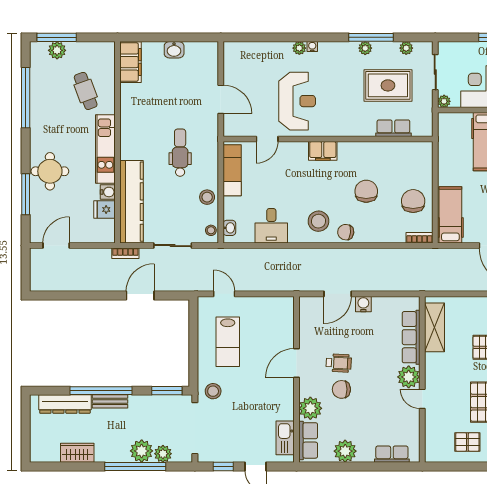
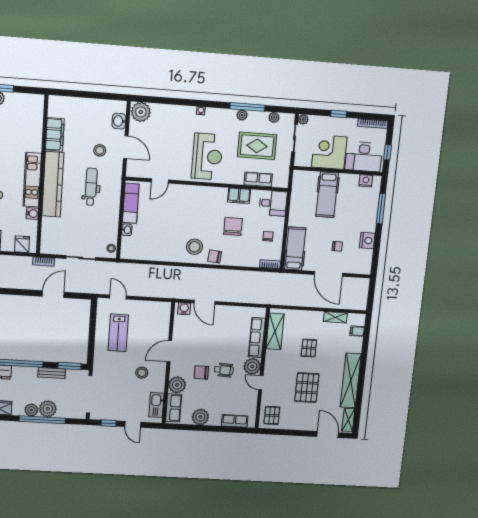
plant: (299, 48) -> (141, 112), moved, width x1.88, depth x1.88
washbasin: (174, 50) -> (119, 121), moved, turned 90
filing cabinet: (131, 62) -> (55, 134), moved
cafe table: (86, 91) -> (19, 133), removed
reception desk: (297, 101) -> (207, 157), moved
plant: (444, 101) -> (303, 119), moved
filing cabinet: (323, 151) -> (239, 196), moved
stool: (207, 197) -> (100, 150), moved
chair: (413, 201) -> (268, 236), width x0.54, depth x0.54
kitchen counter: (132, 202) -> (53, 184), moved
fridge: (104, 209) -> (22, 244), moved, turned 90
desk: (271, 226) -> (273, 203), moved, turned -90
washbasin: (229, 228) -> (127, 230), moved
door: (338, 294) -> (204, 302), hinge flipped
water cooler: (363, 304) -> (184, 309), moved
wheelchair: (339, 363) -> (224, 370), moved
stool: (213, 391) -> (142, 373), moved
bench: (110, 401) -> (52, 373), moved
pallet: (467, 442) -> (272, 415), moved, turned 90
plant: (163, 454) -> (31, 410), moved

